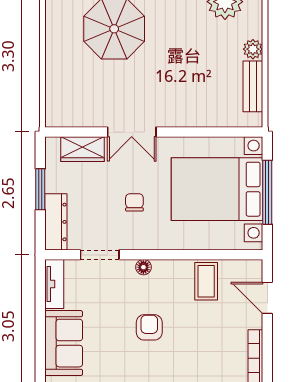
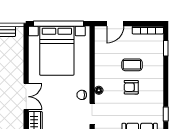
window: (267, 192) -> (58, 24), width x1.46
chair: (134, 202) -> (82, 95), moved
coffee table: (206, 281) -> (132, 65), moved

